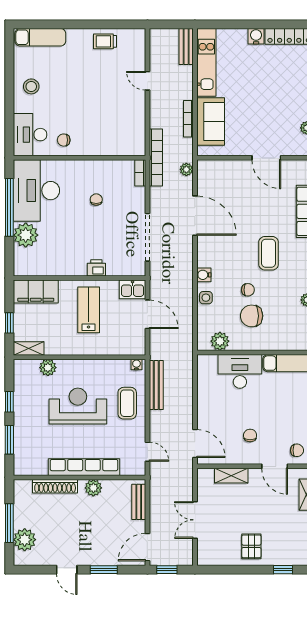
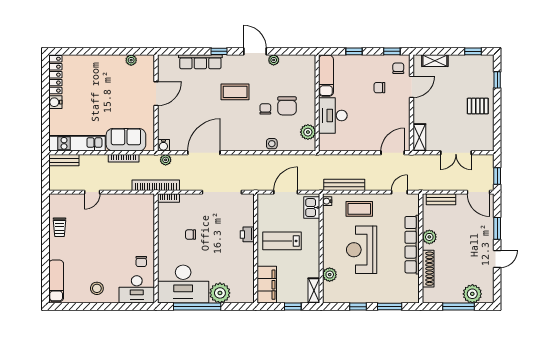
water cooler: (204, 275) -> (163, 145), moved
kitchen sink: (133, 289) -> (312, 208), moved, turned 180
chair: (250, 435) -> (379, 88), moved
shelving: (231, 476) -> (419, 137), moved

